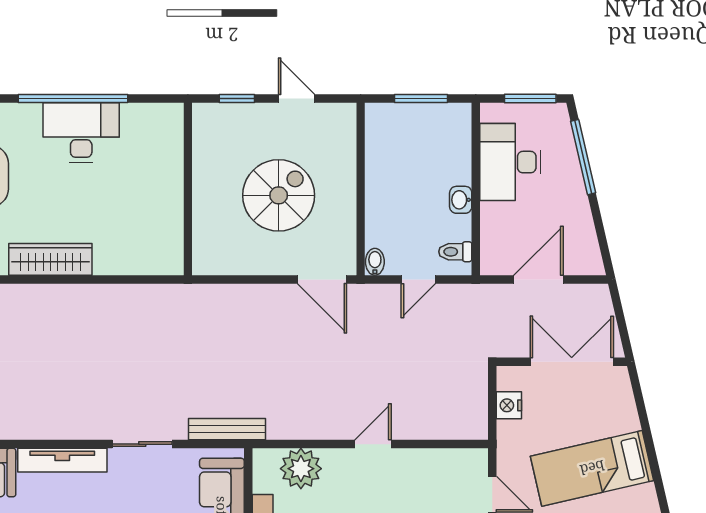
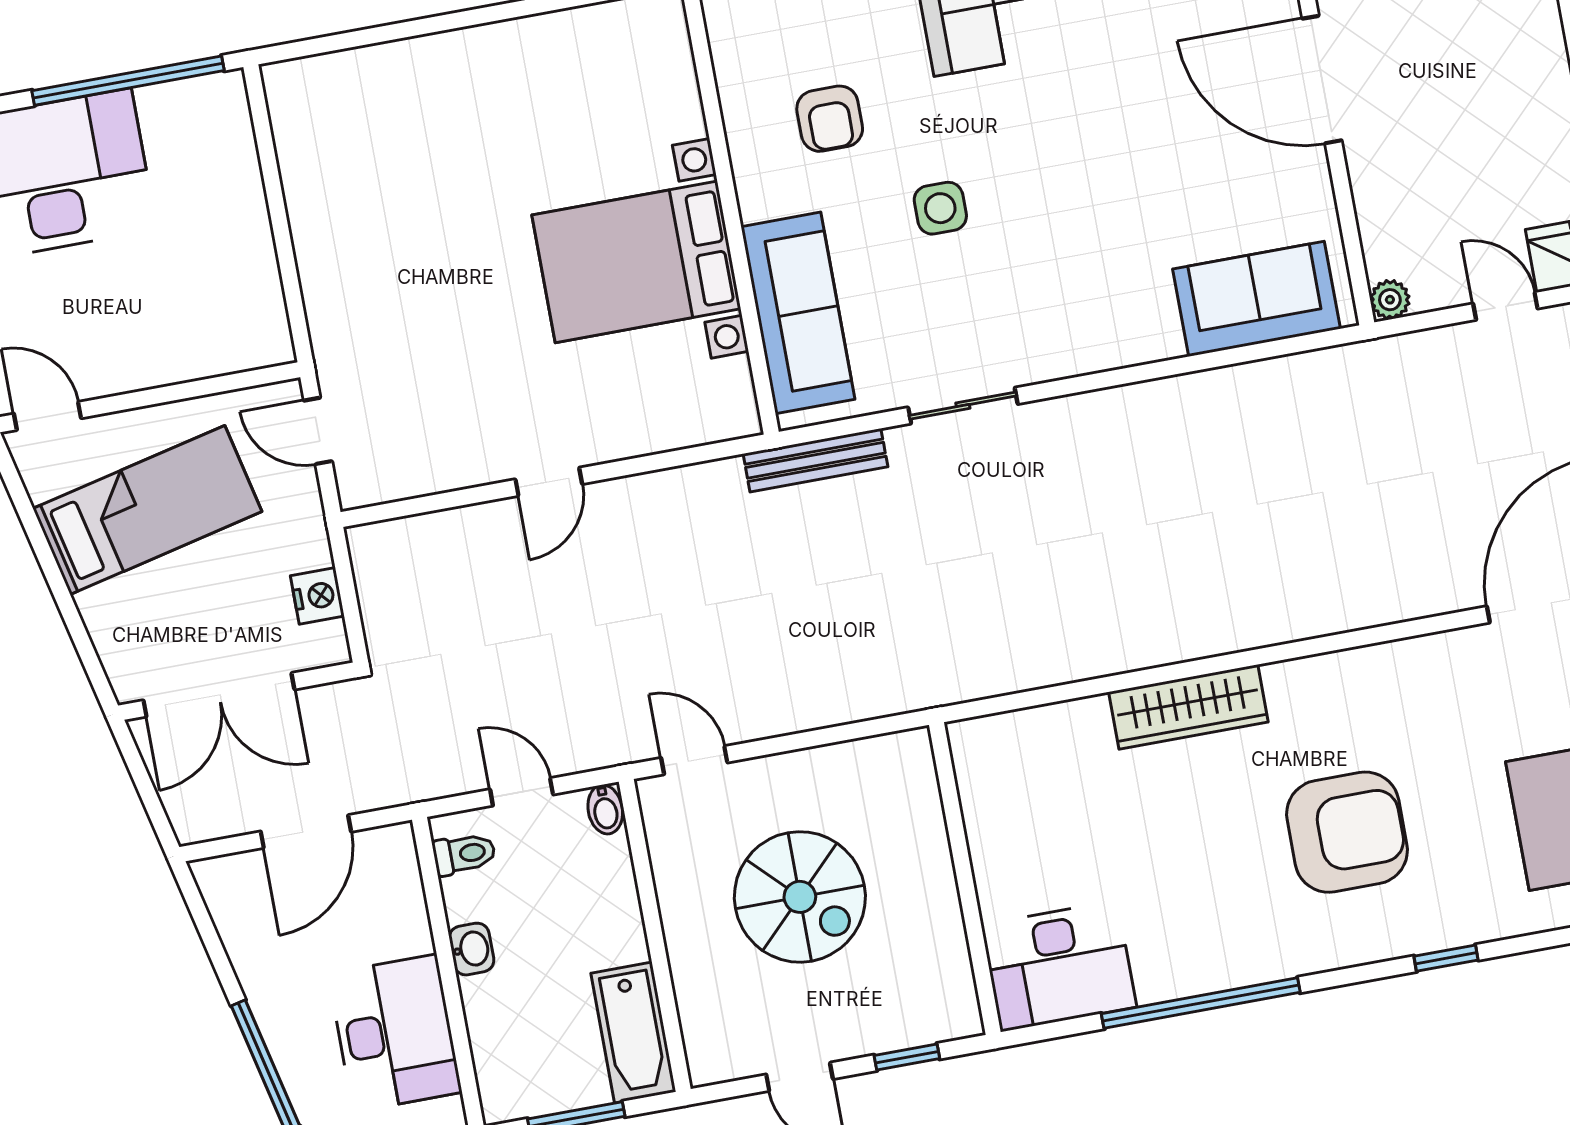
desk: (81, 132) -> (1059, 966), moved
bathtub: (382, 139) -> (633, 1033), added
spiral stairs: (279, 195) -> (800, 897), turned -90
door: (322, 279) -> (694, 760), width x0.73
door: (418, 279) -> (522, 792), hinge flipped
tv unit: (62, 460) -> (1101, 350), removed
plant: (301, 469) -> (670, 414), removed

